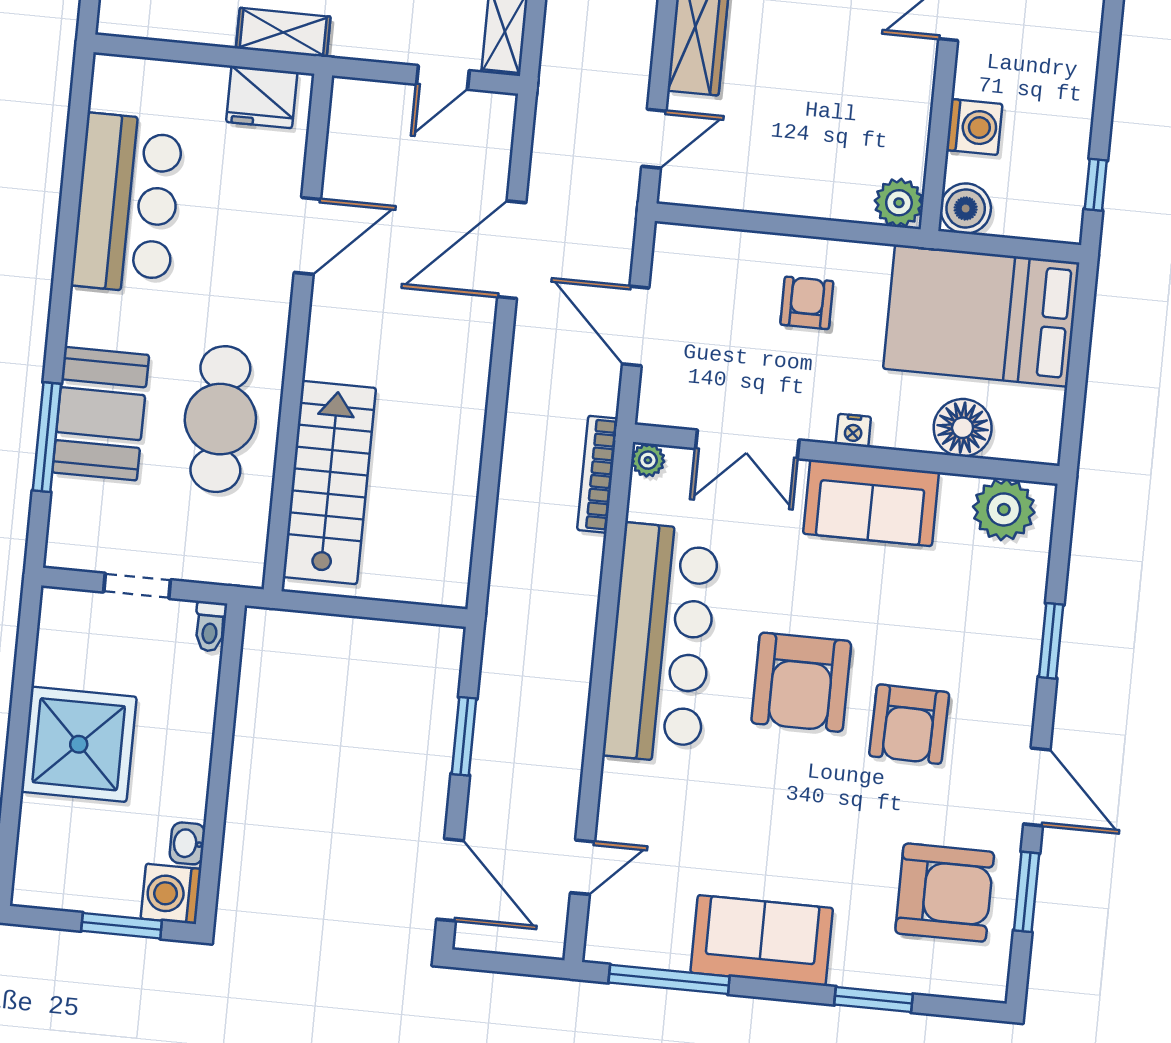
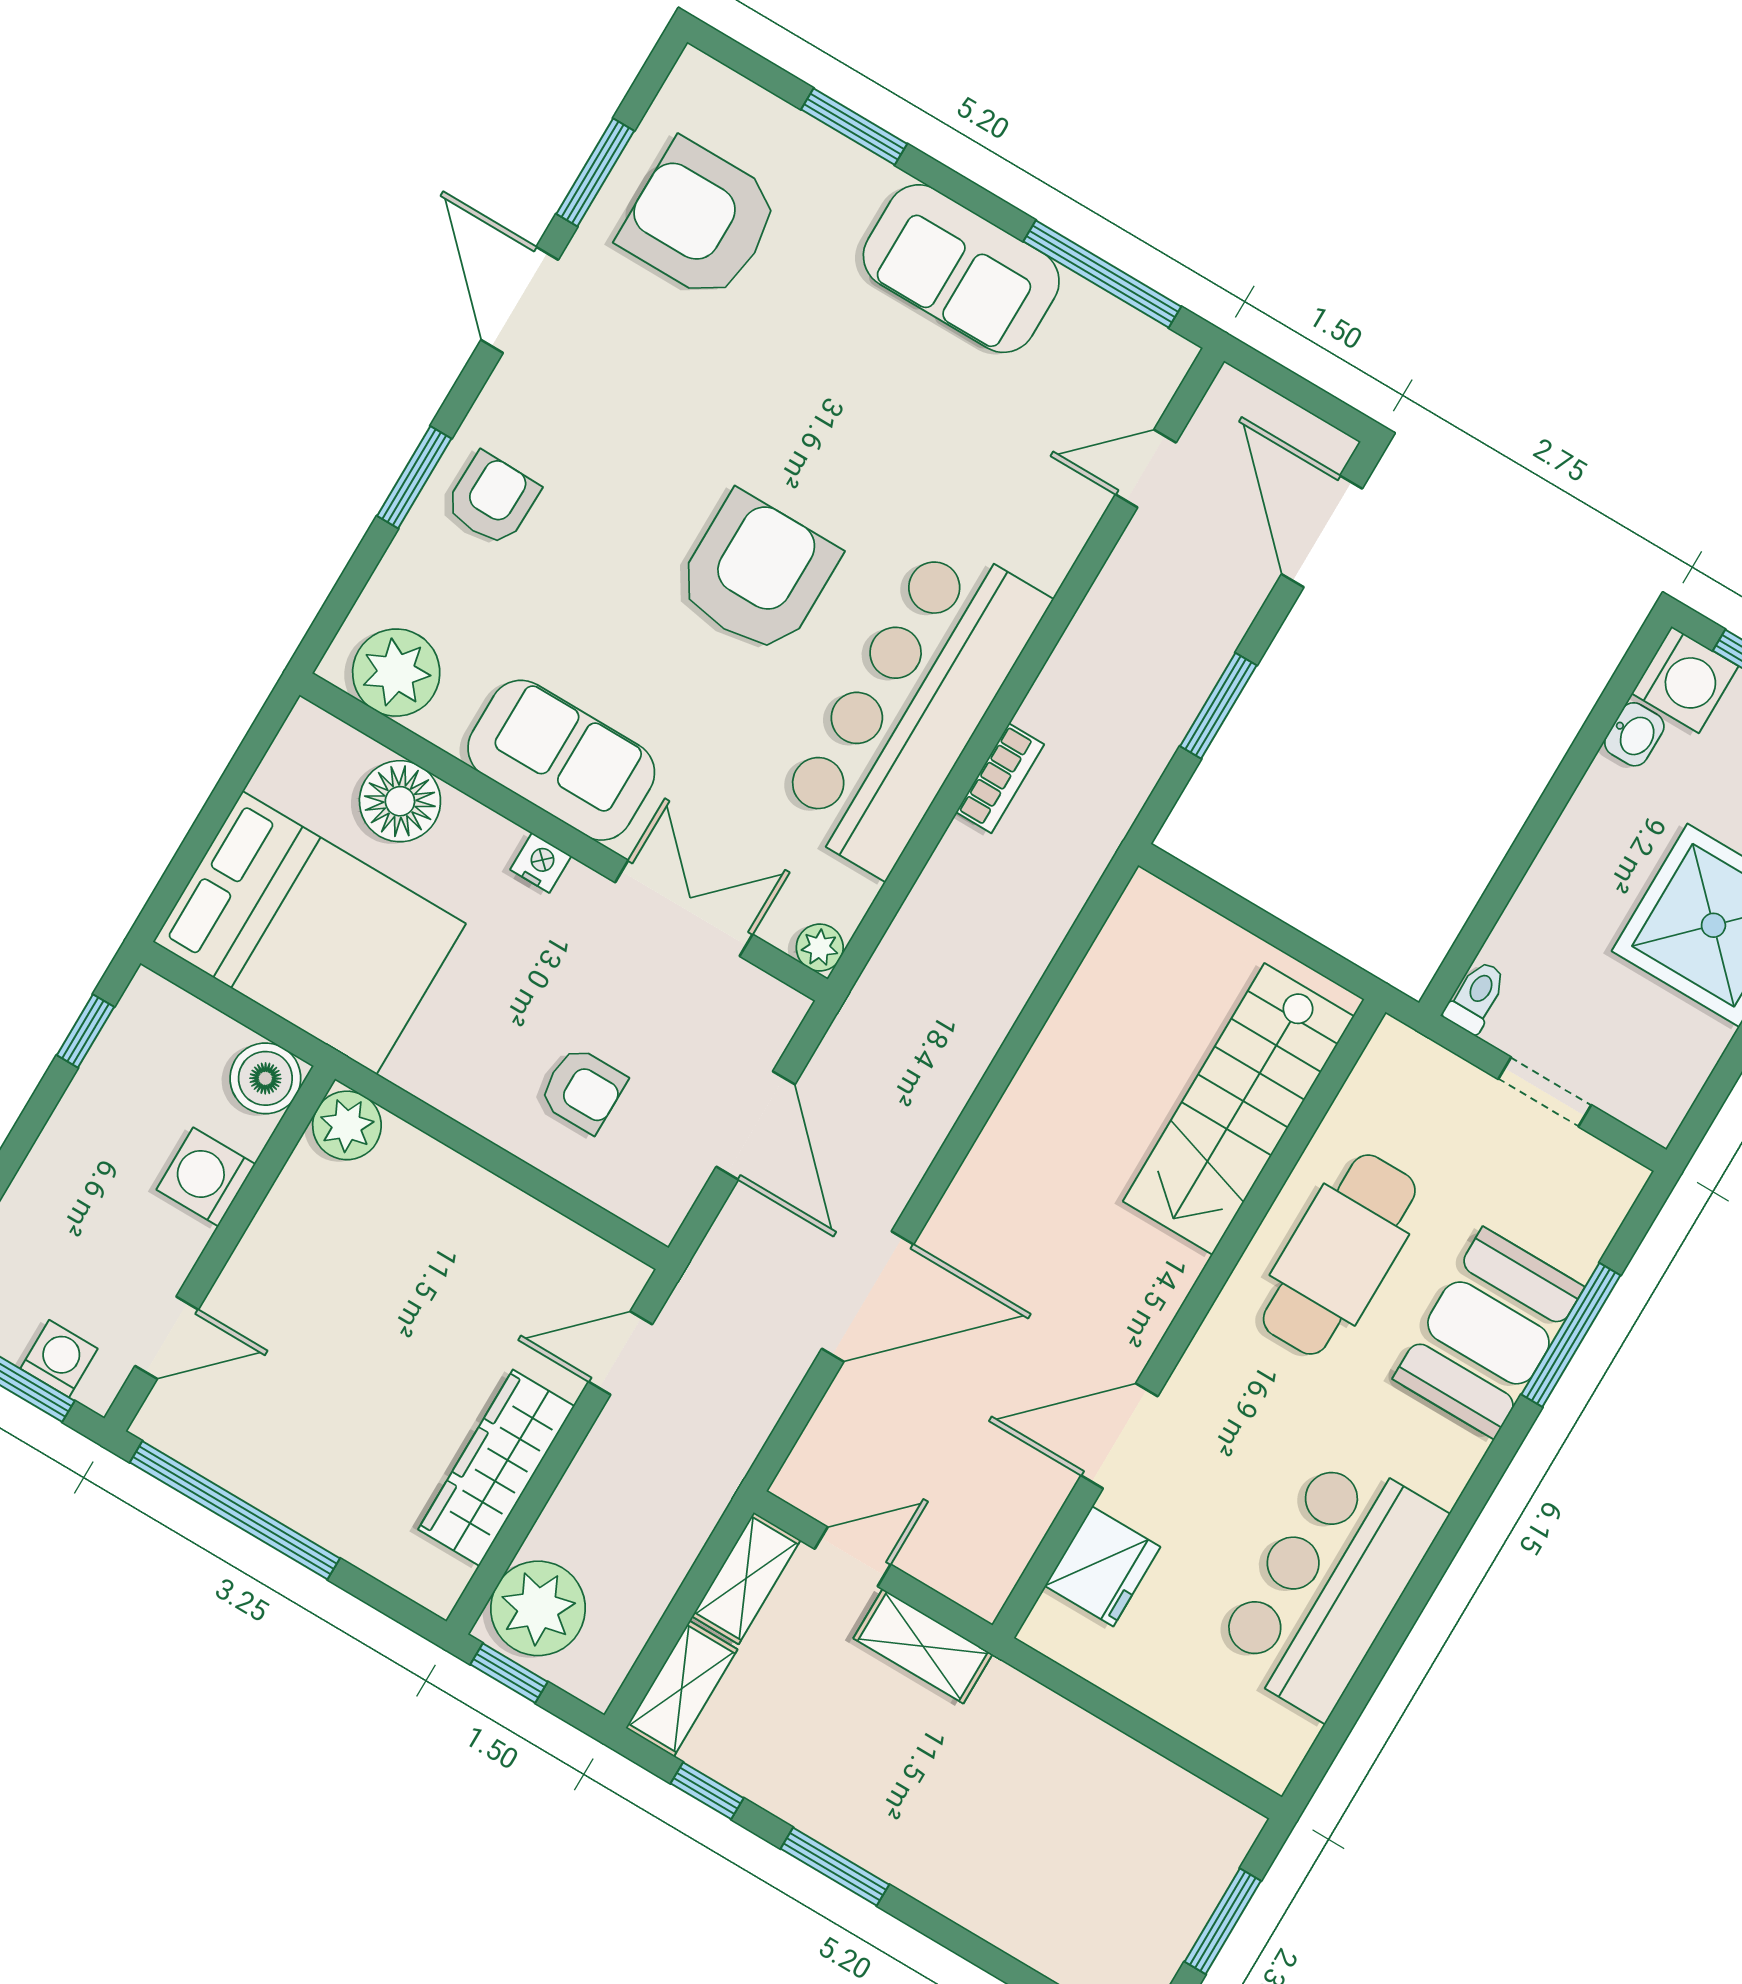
shelving: (283, 32) -> (923, 1646), moved
fridge: (262, 97) -> (1103, 1566), moved, turned 90
armchair: (807, 303) -> (583, 1090), moved, turned -90
bookcase: (597, 474) -> (1000, 778), moved, width x0.64
armchair: (909, 724) -> (492, 499), moved, width x0.72, depth x0.72

